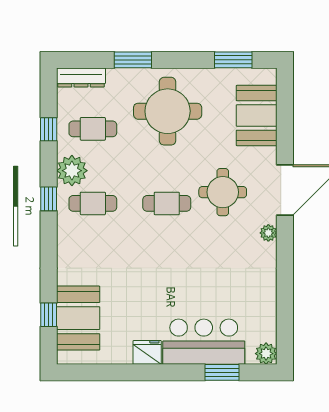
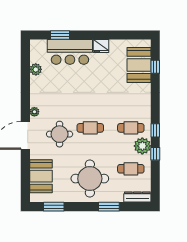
window: (49, 129) -> (155, 154), moved
plant: (266, 354) -> (36, 69), moved

